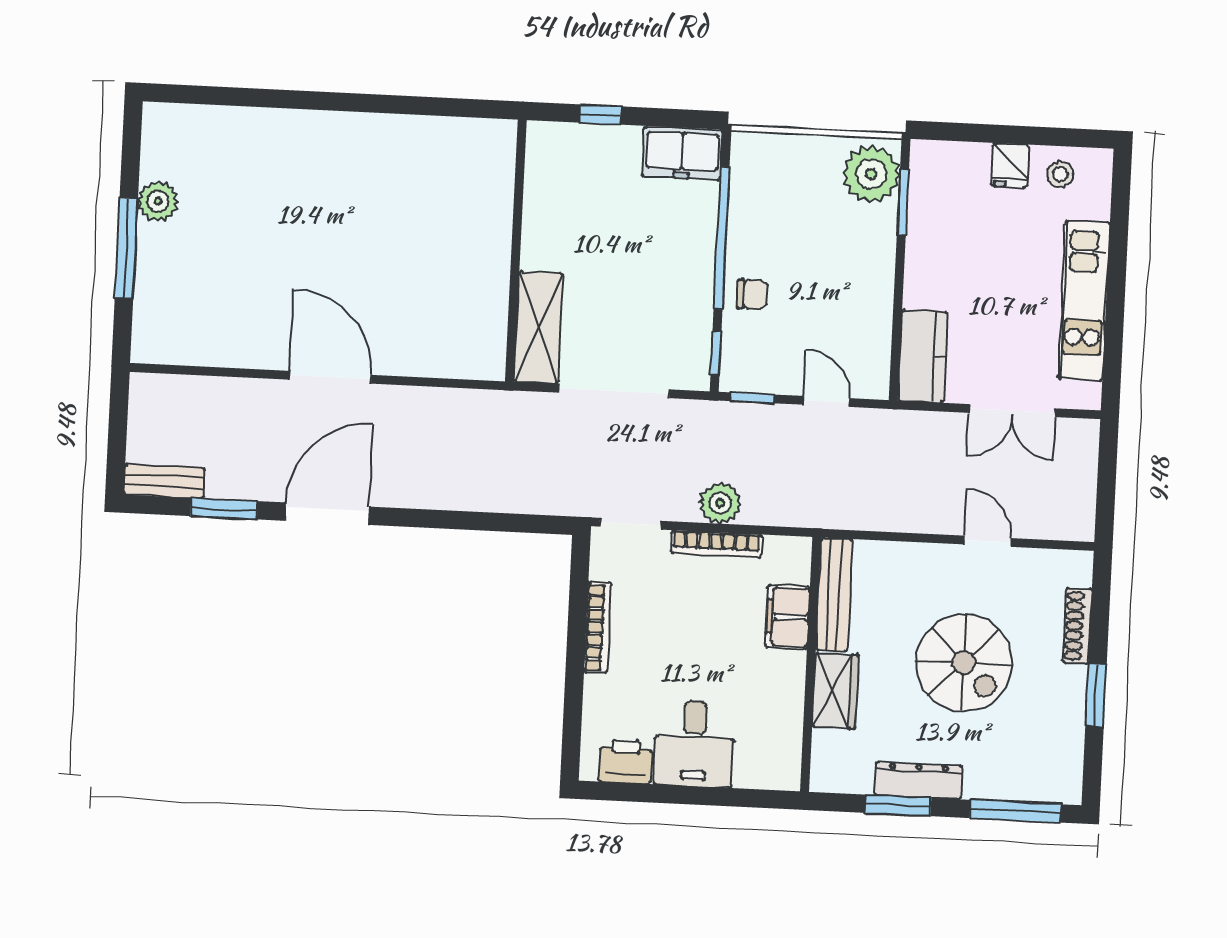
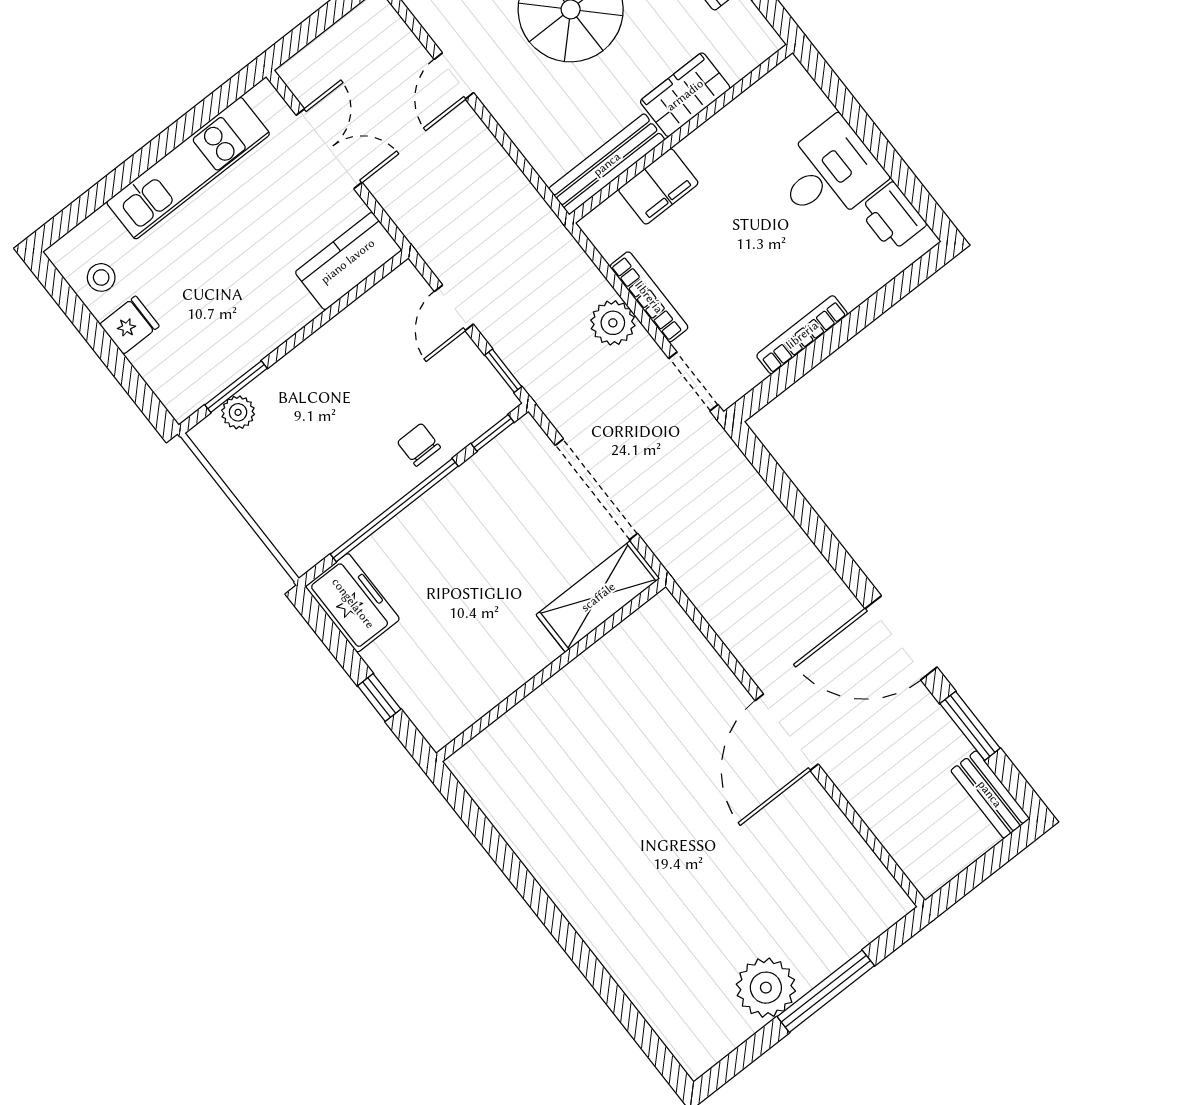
plant: (871, 174) -> (238, 412), width x0.53, depth x0.53
plant: (158, 201) -> (766, 988), width x1.36, depth x1.36

